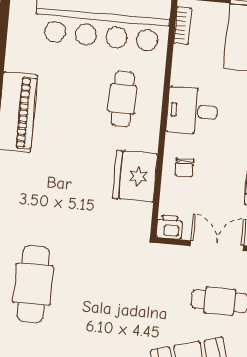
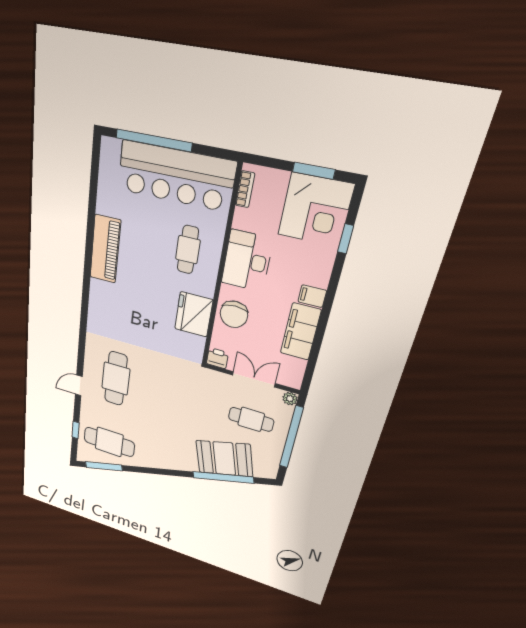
desk: (192, 111) -> (247, 261), width x1.37
chair: (184, 168) -> (234, 314), width x1.87, depth x1.87

